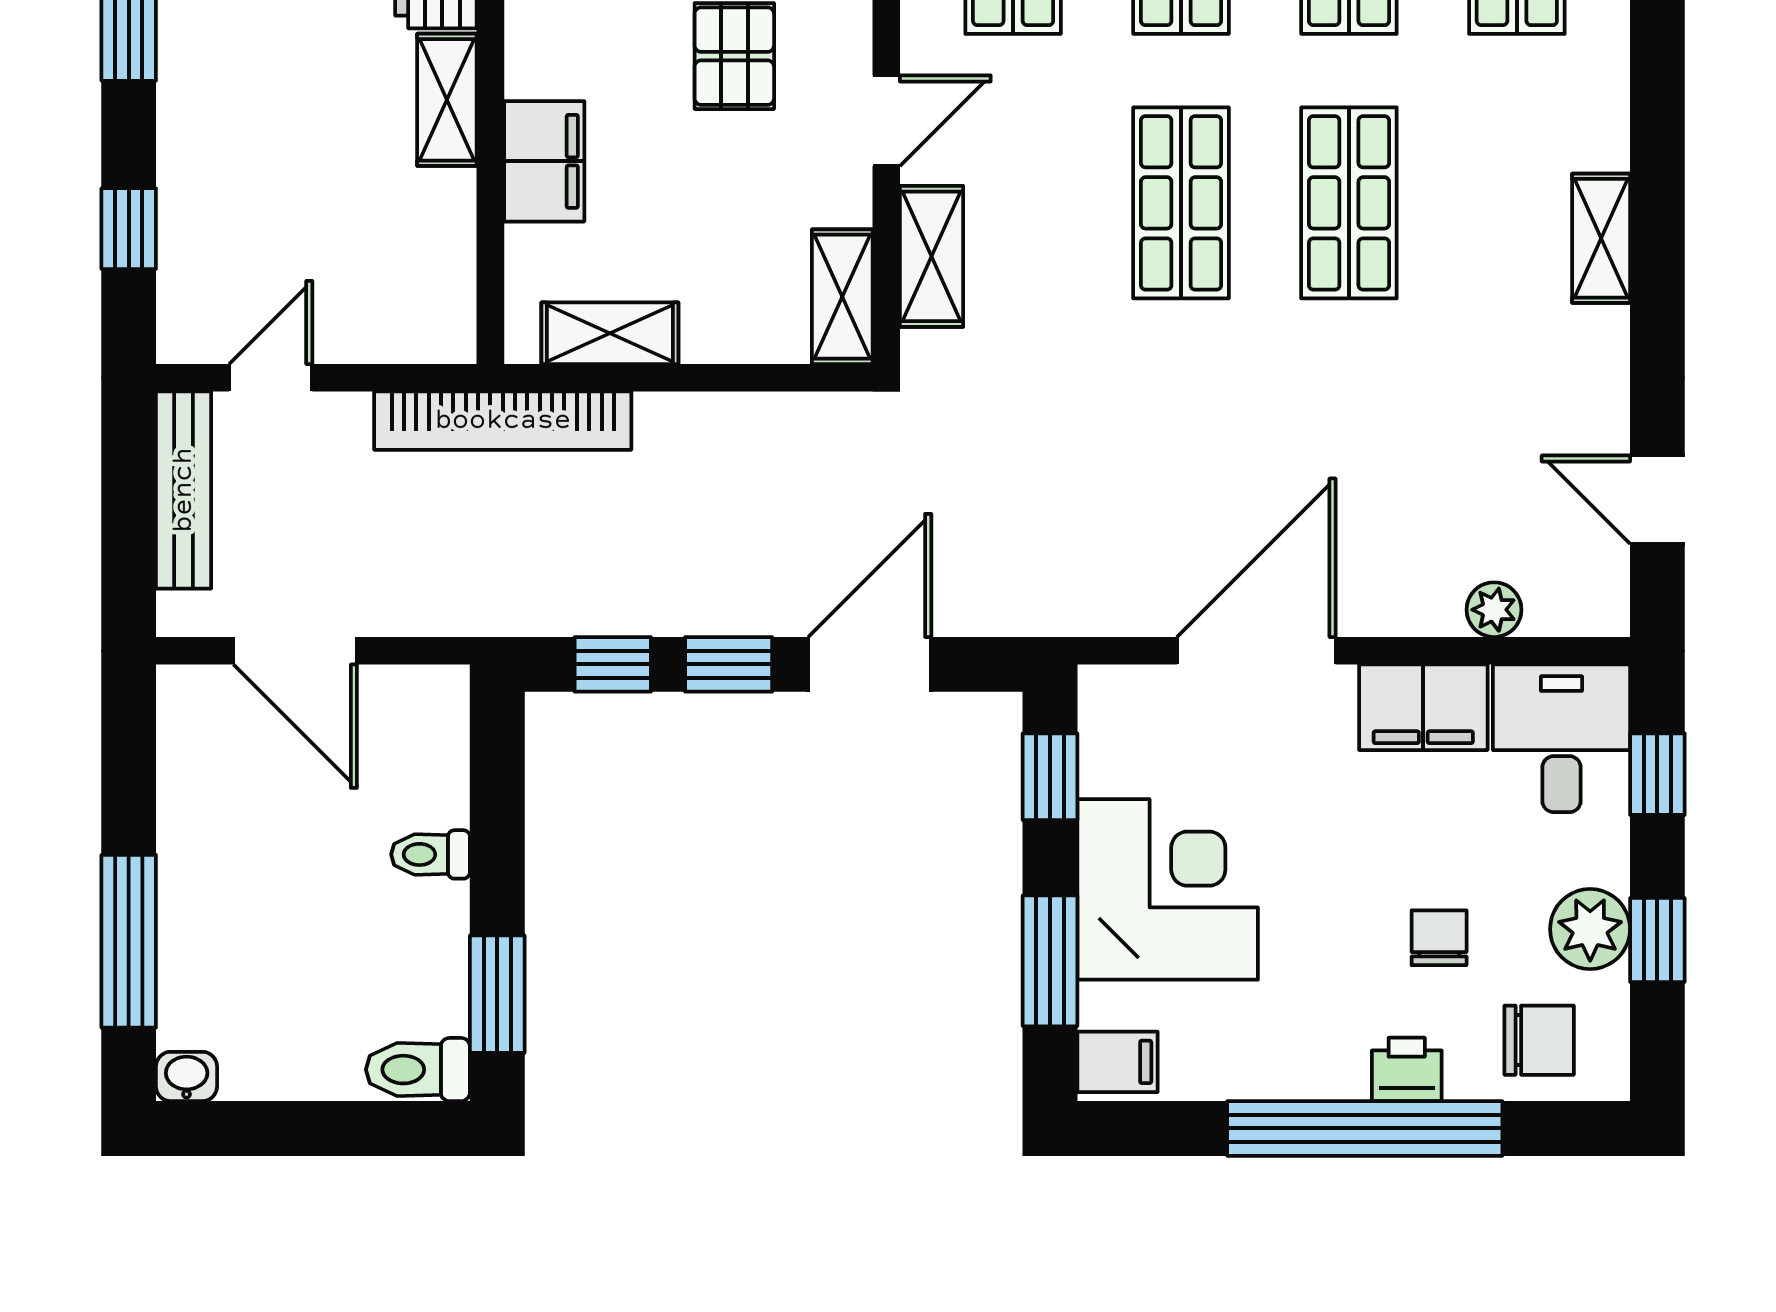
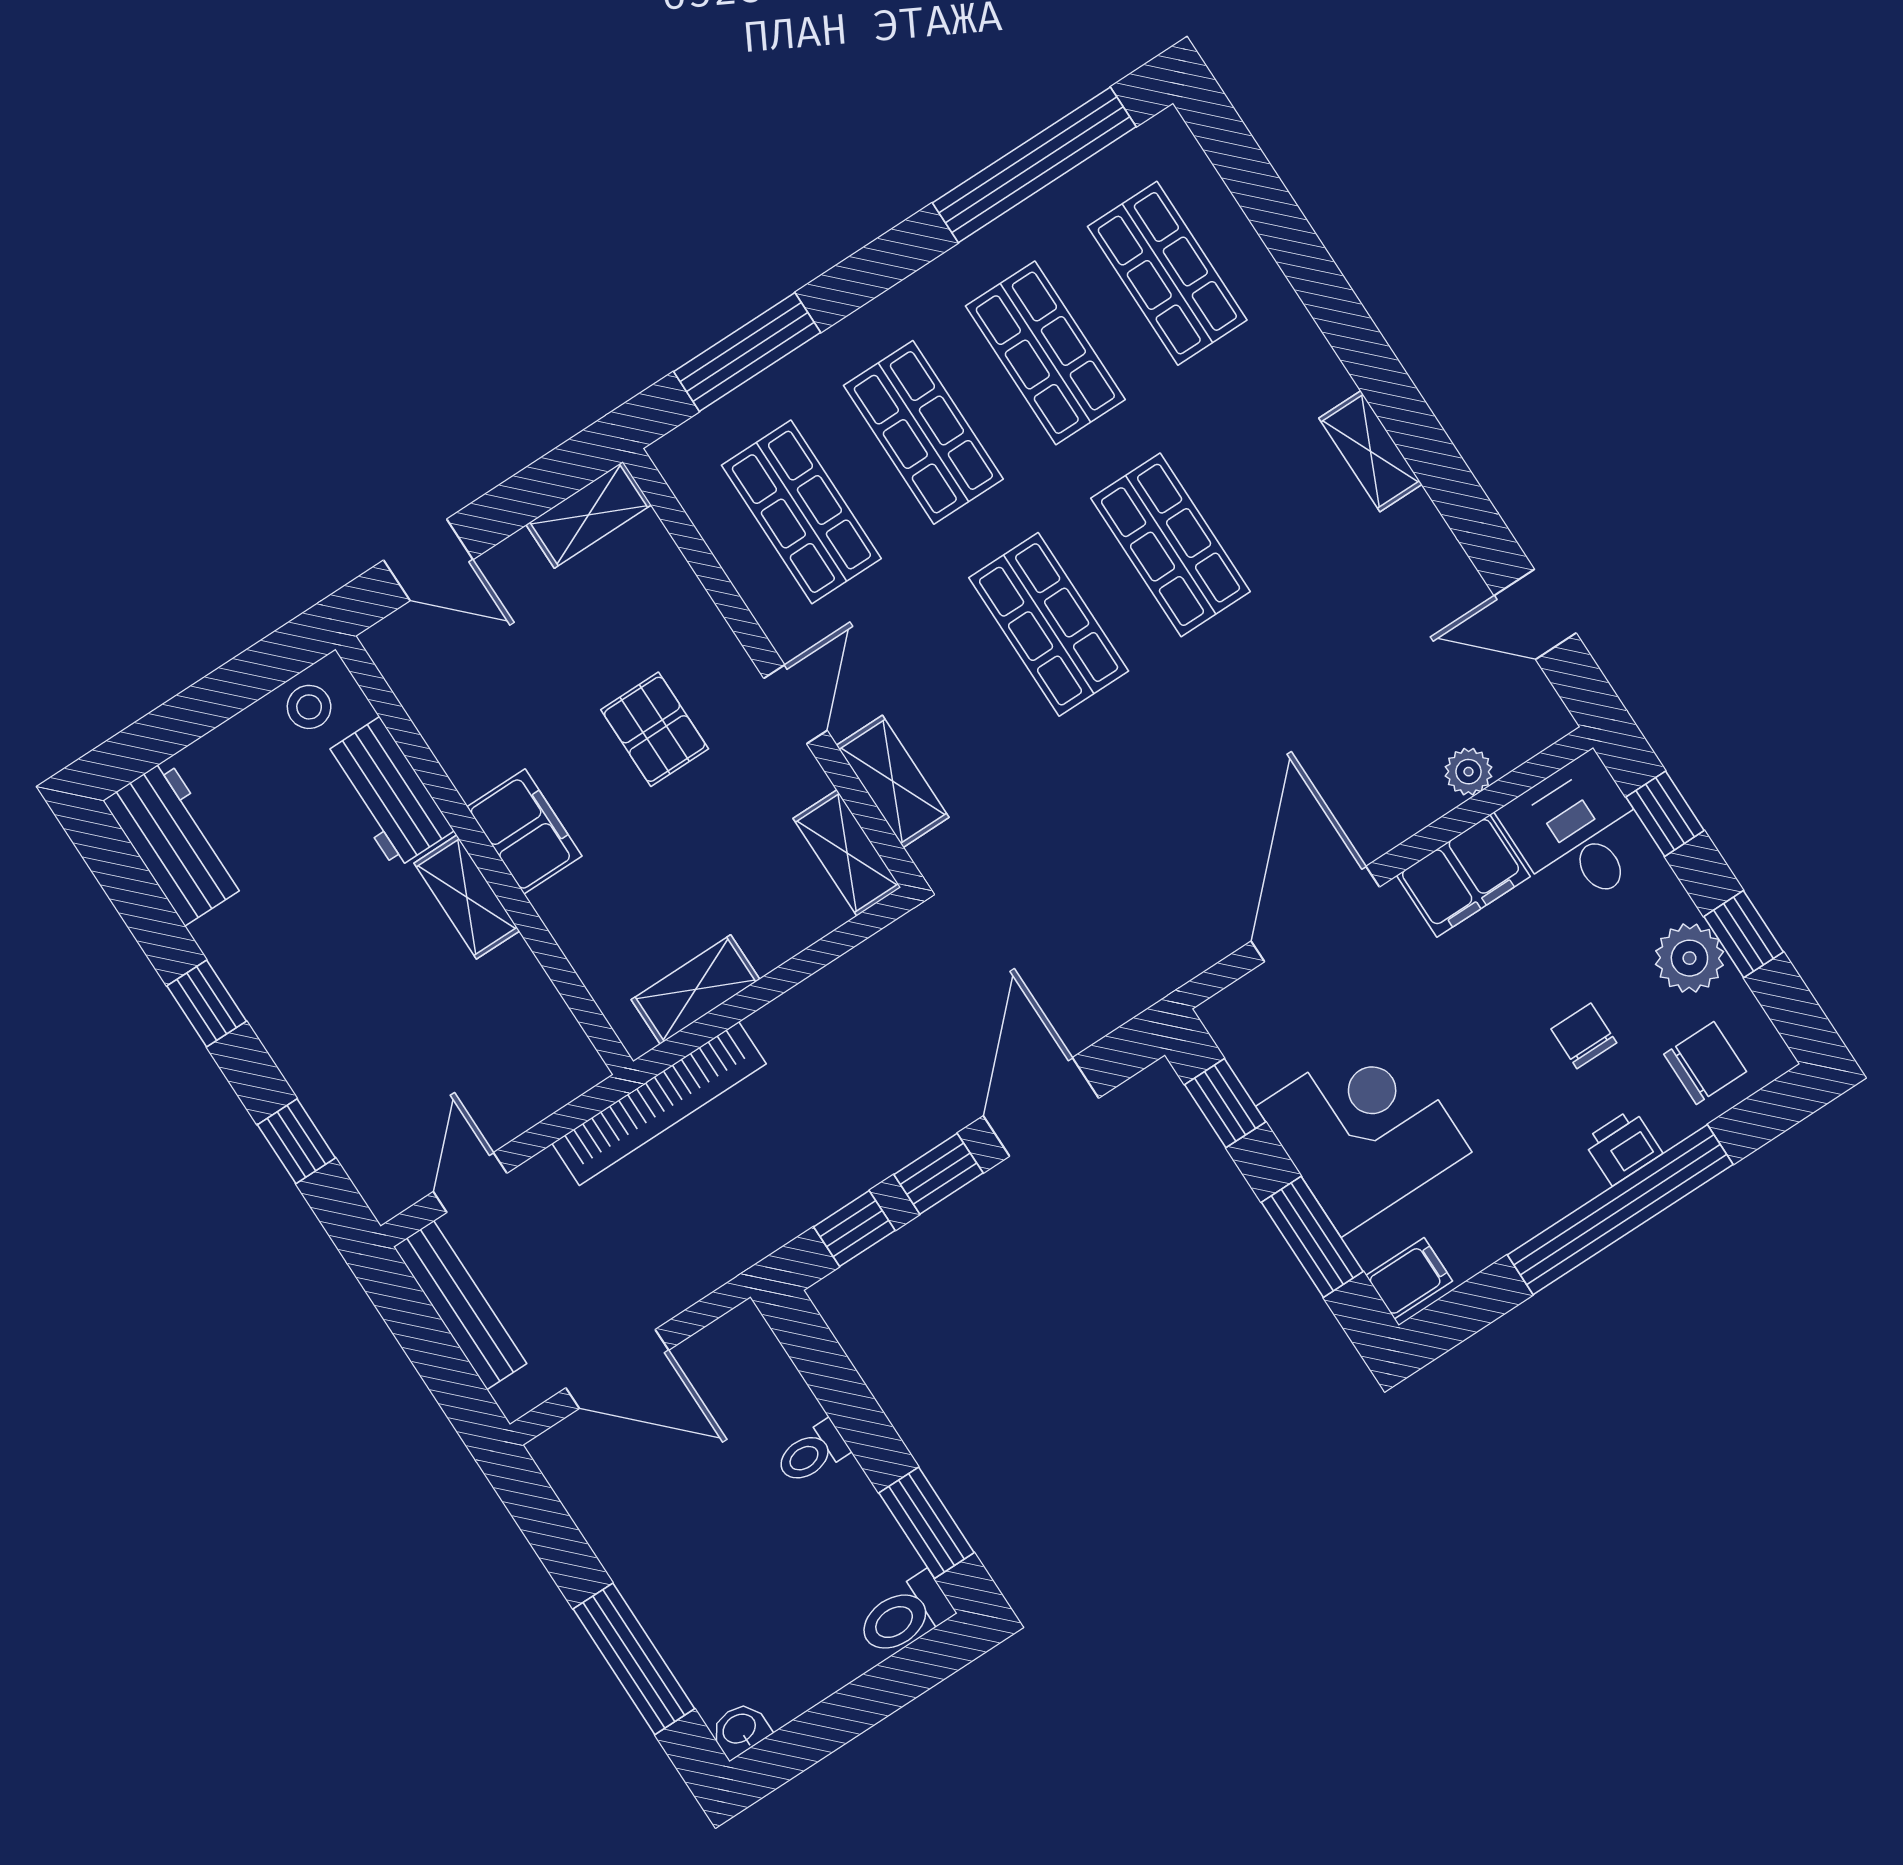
filing cabinet: (544, 161) -> (524, 831), moved

